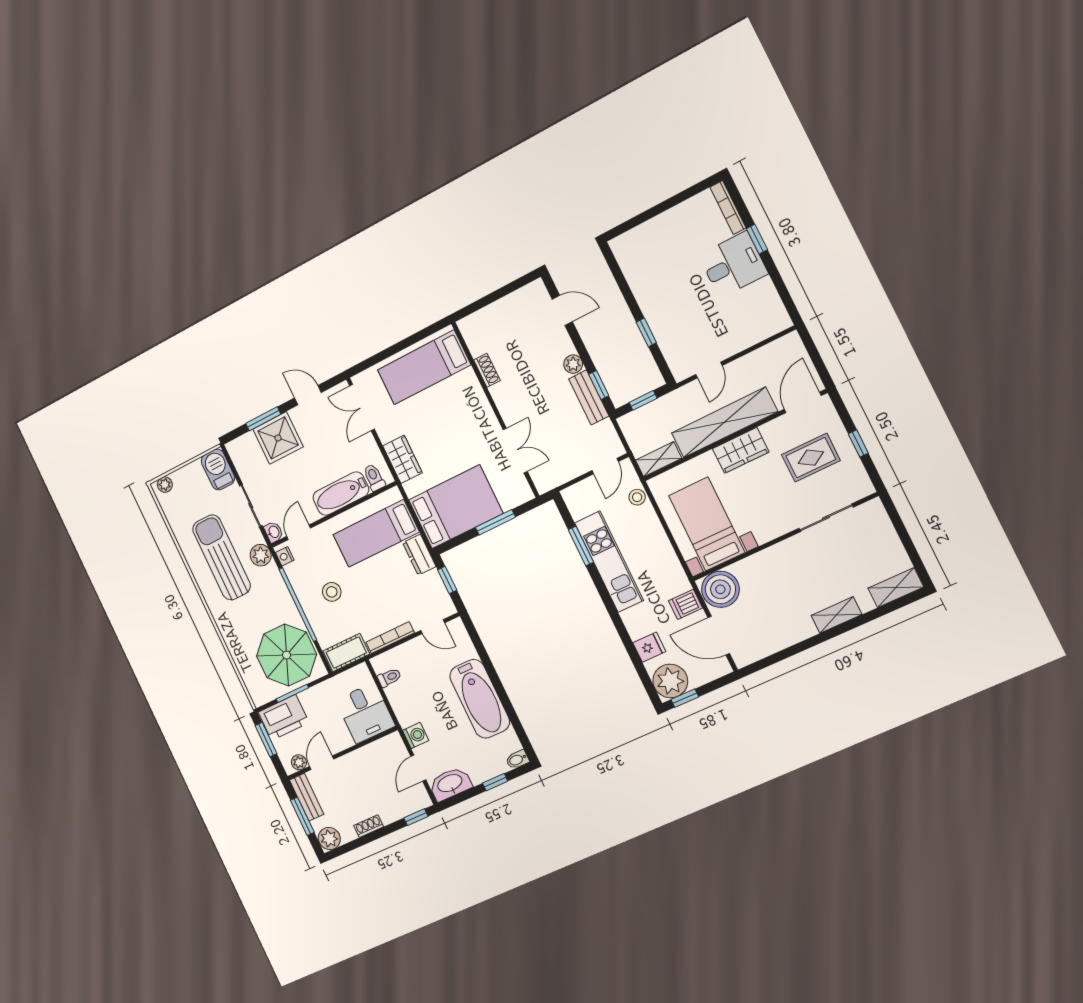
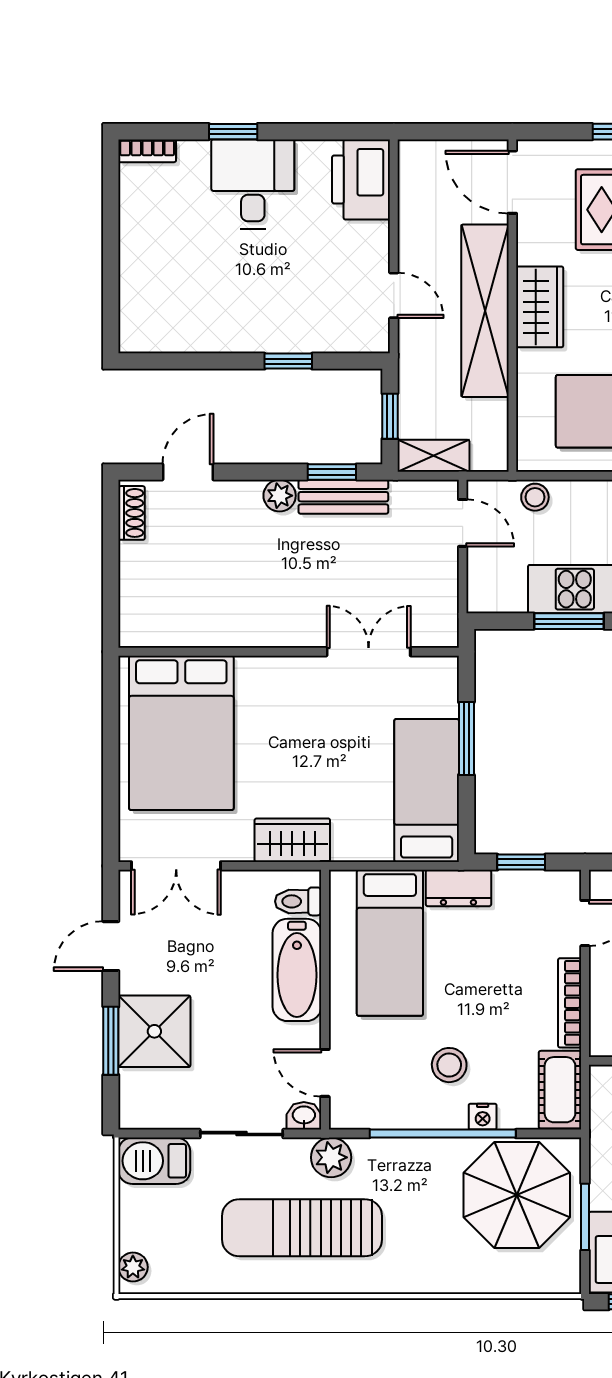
bookcase: (728, 208) -> (147, 151), width x0.64
printer: (764, 321) -> (361, 179), added
bed: (424, 367) -> (181, 733), width x1.50
shoe rack: (487, 370) -> (132, 513), moved, turned 90
shelving: (659, 459) -> (434, 456), moved, turned 90
bed: (456, 507) -> (427, 790), width x0.67
nightstand: (285, 556) -> (483, 1117), moved

